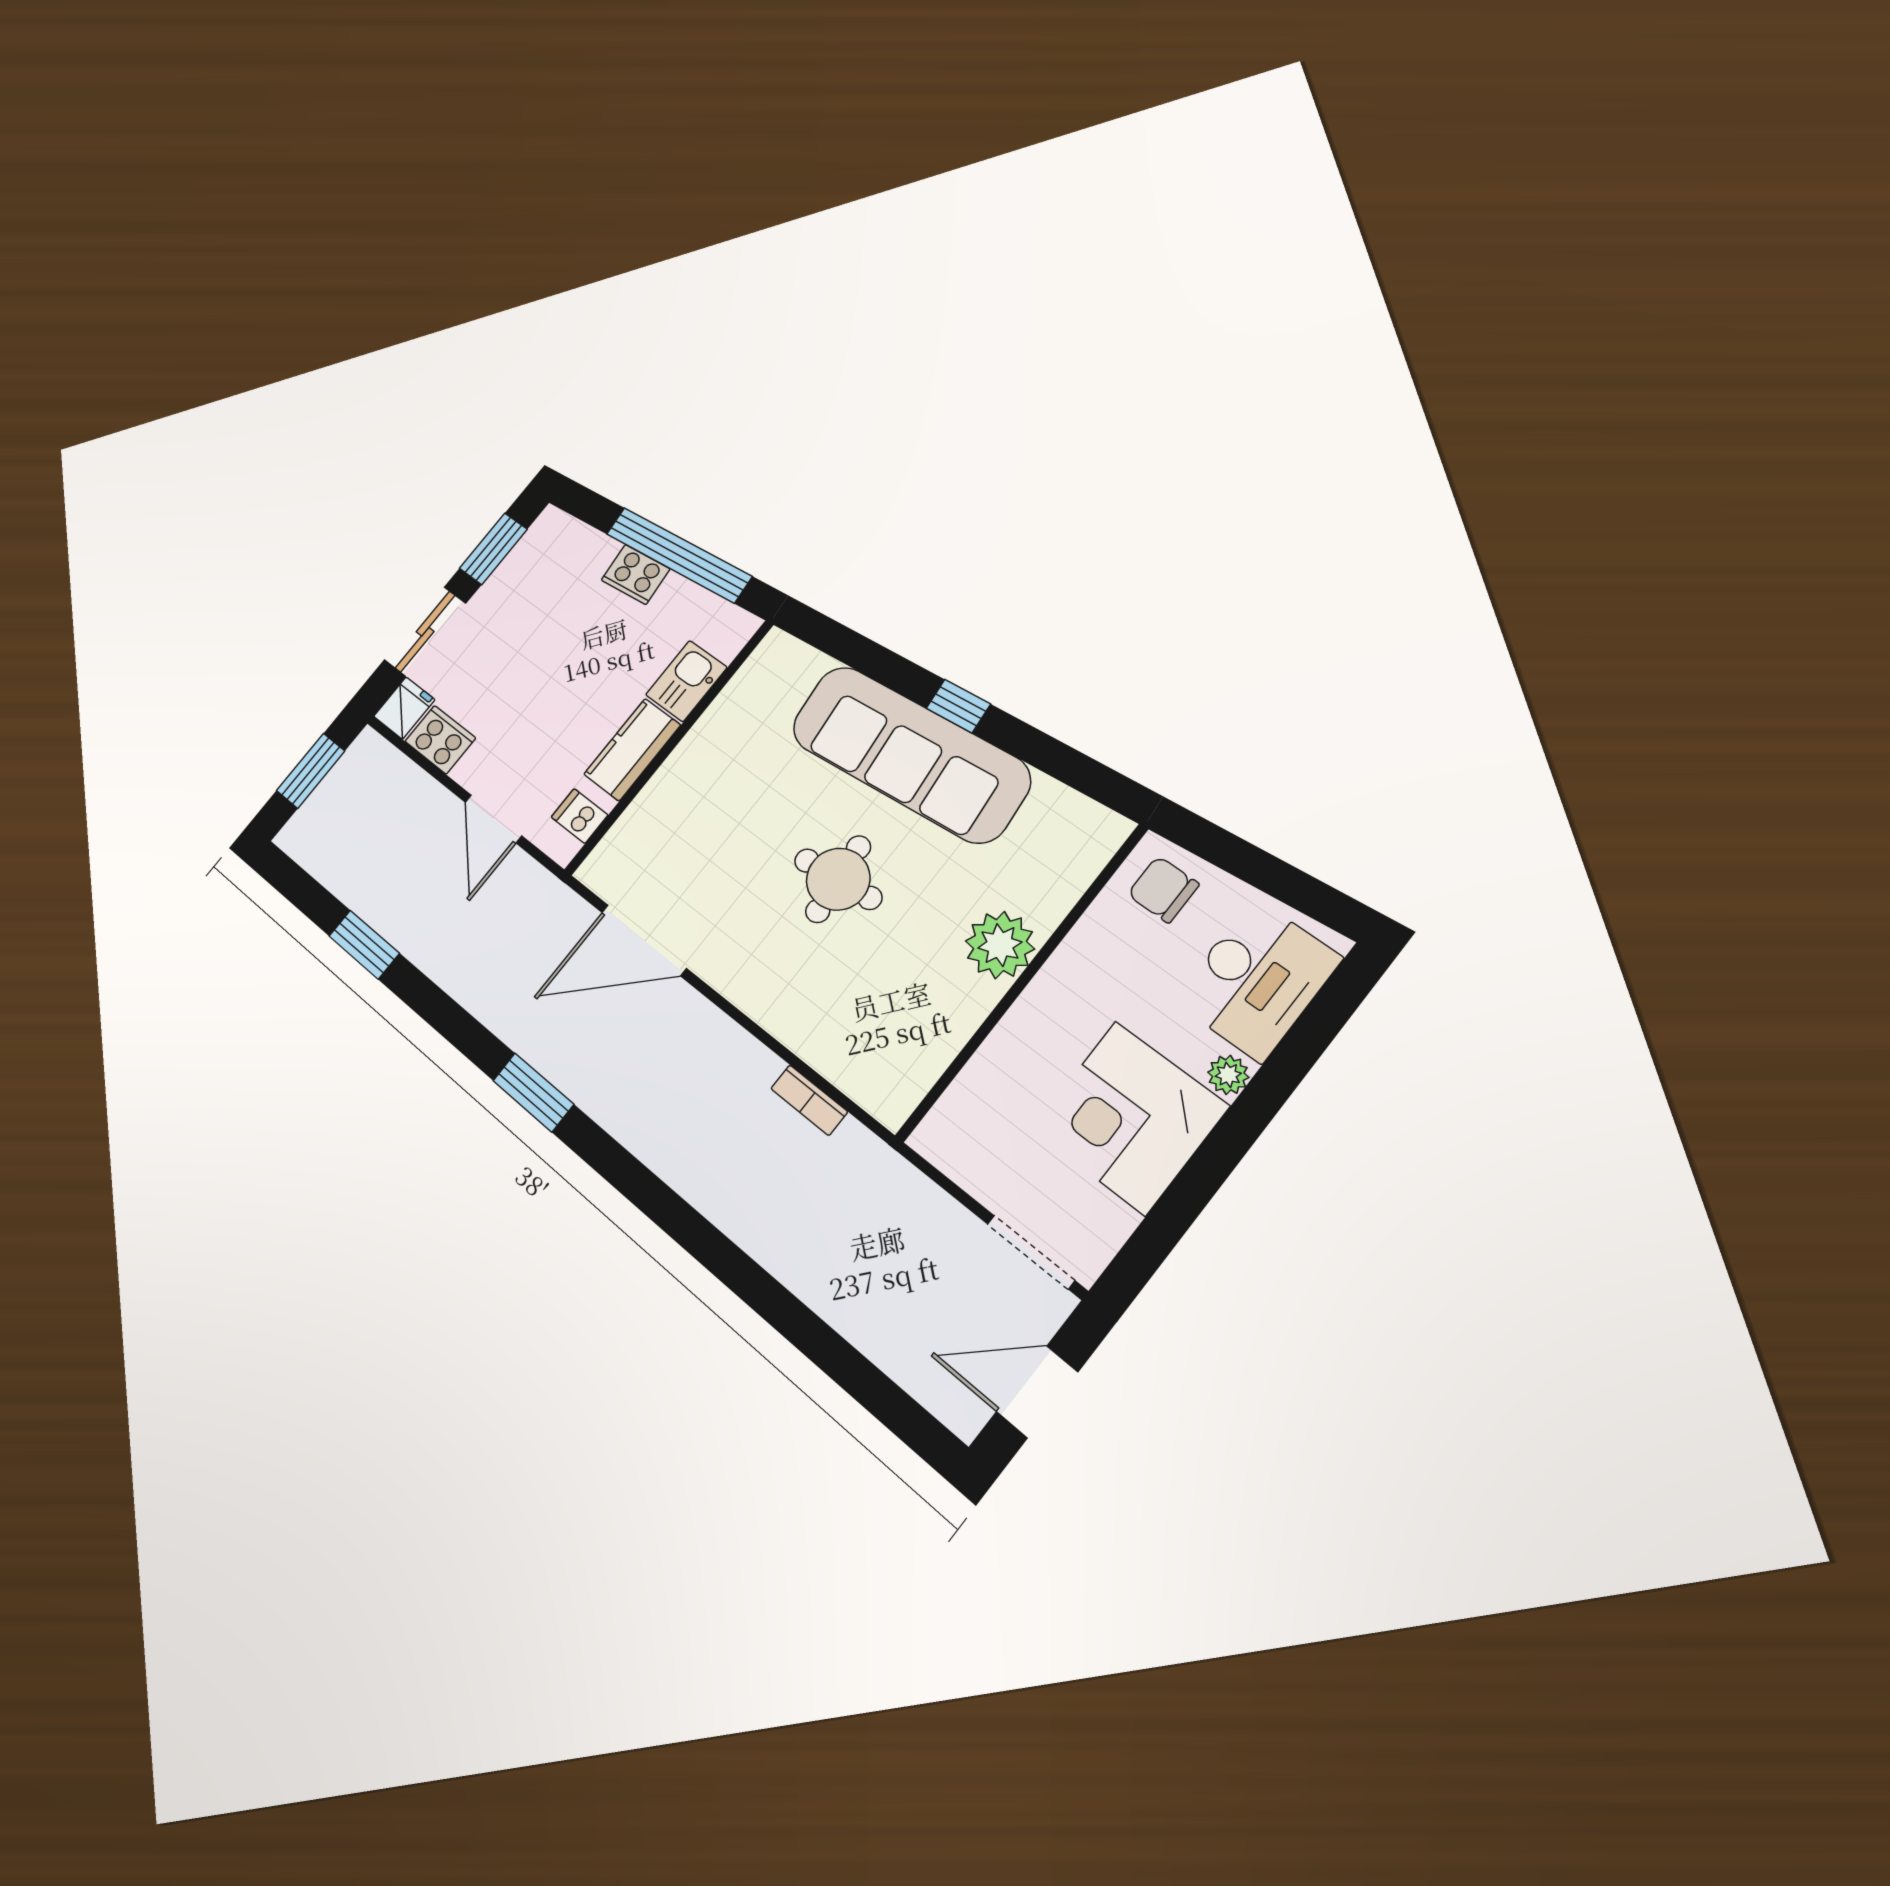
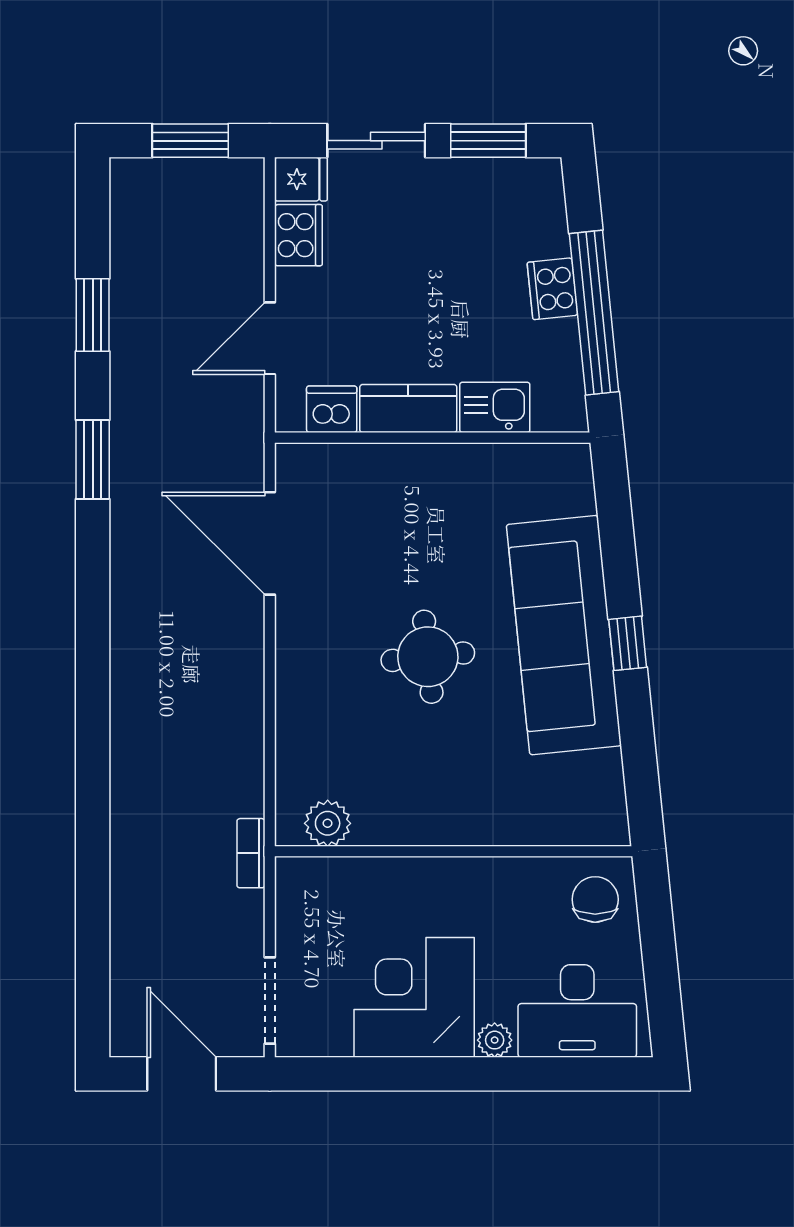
dishwasher: (579, 816) -> (332, 409), width x1.38
plant: (1000, 945) -> (328, 823), moved, width x0.73, depth x0.73
window: (533, 1092) -> (93, 460), moved
bookcase: (809, 1100) -> (251, 853), moved

